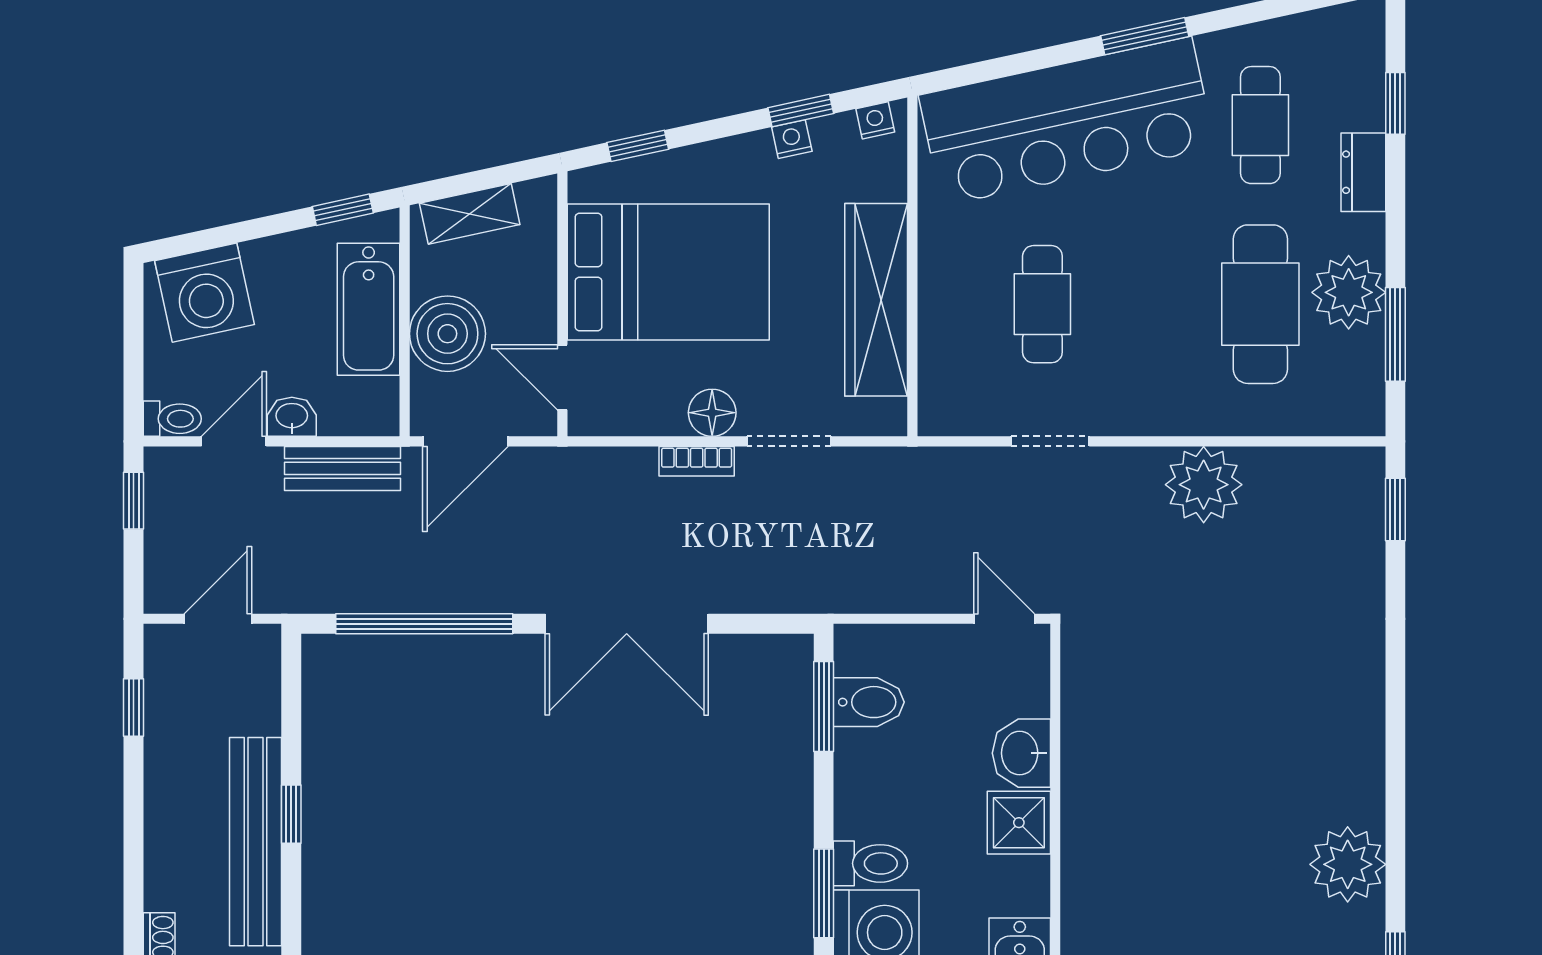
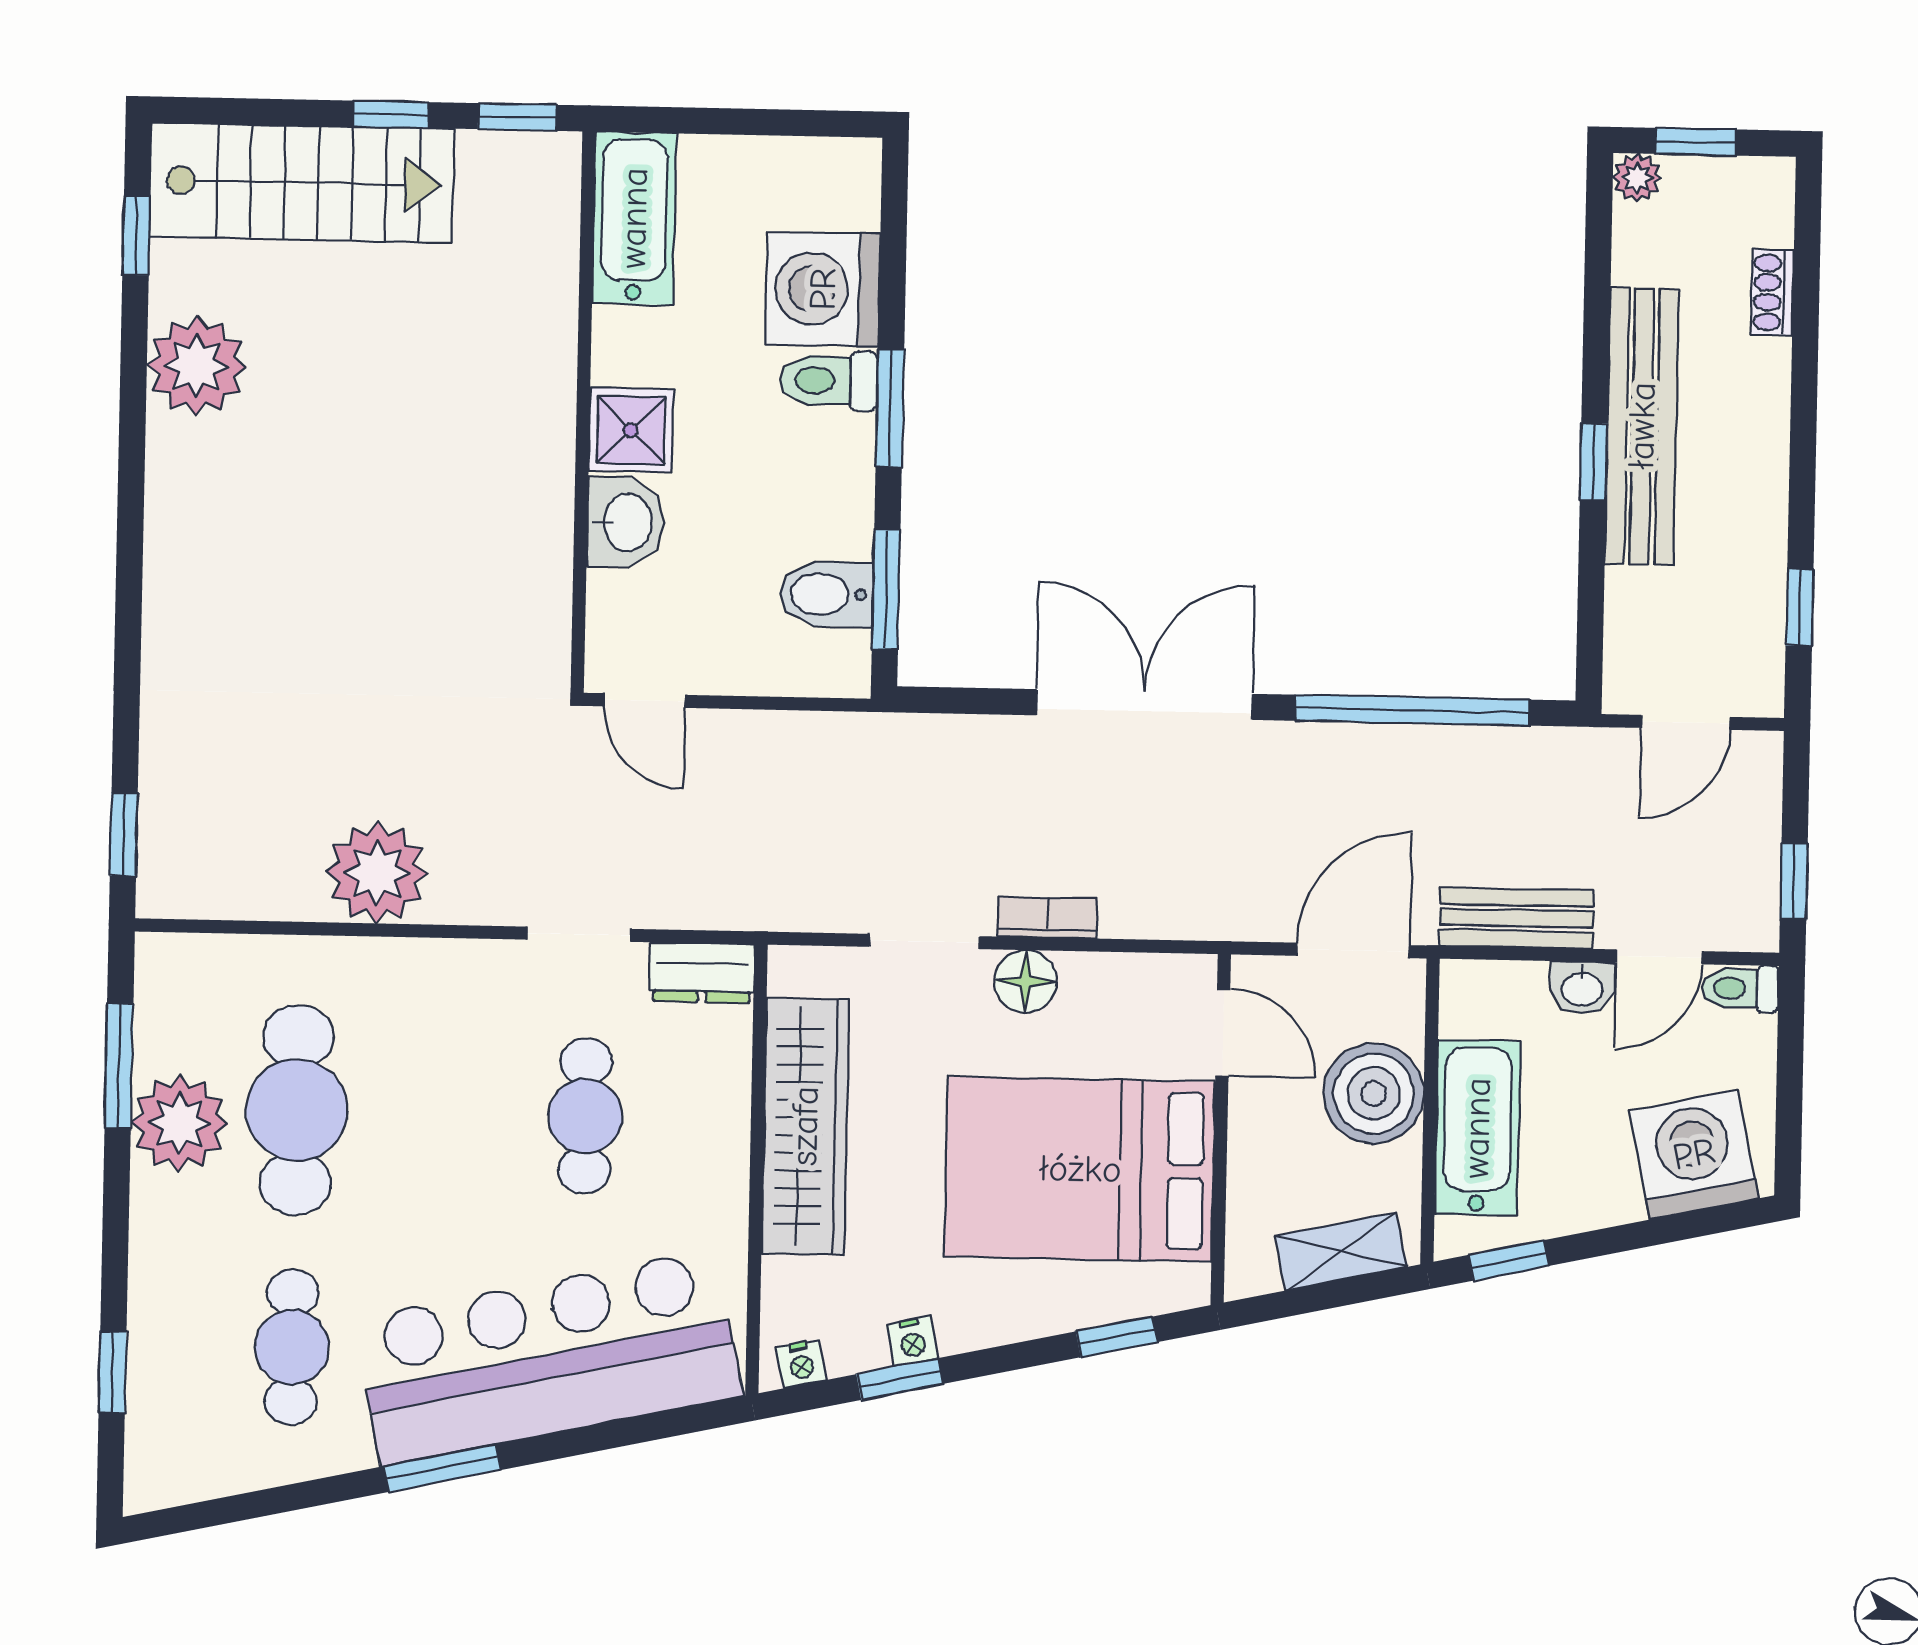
dresser: (1363, 172) -> (702, 973), moved, turned 90
window: (824, 893) -> (890, 408), moved

